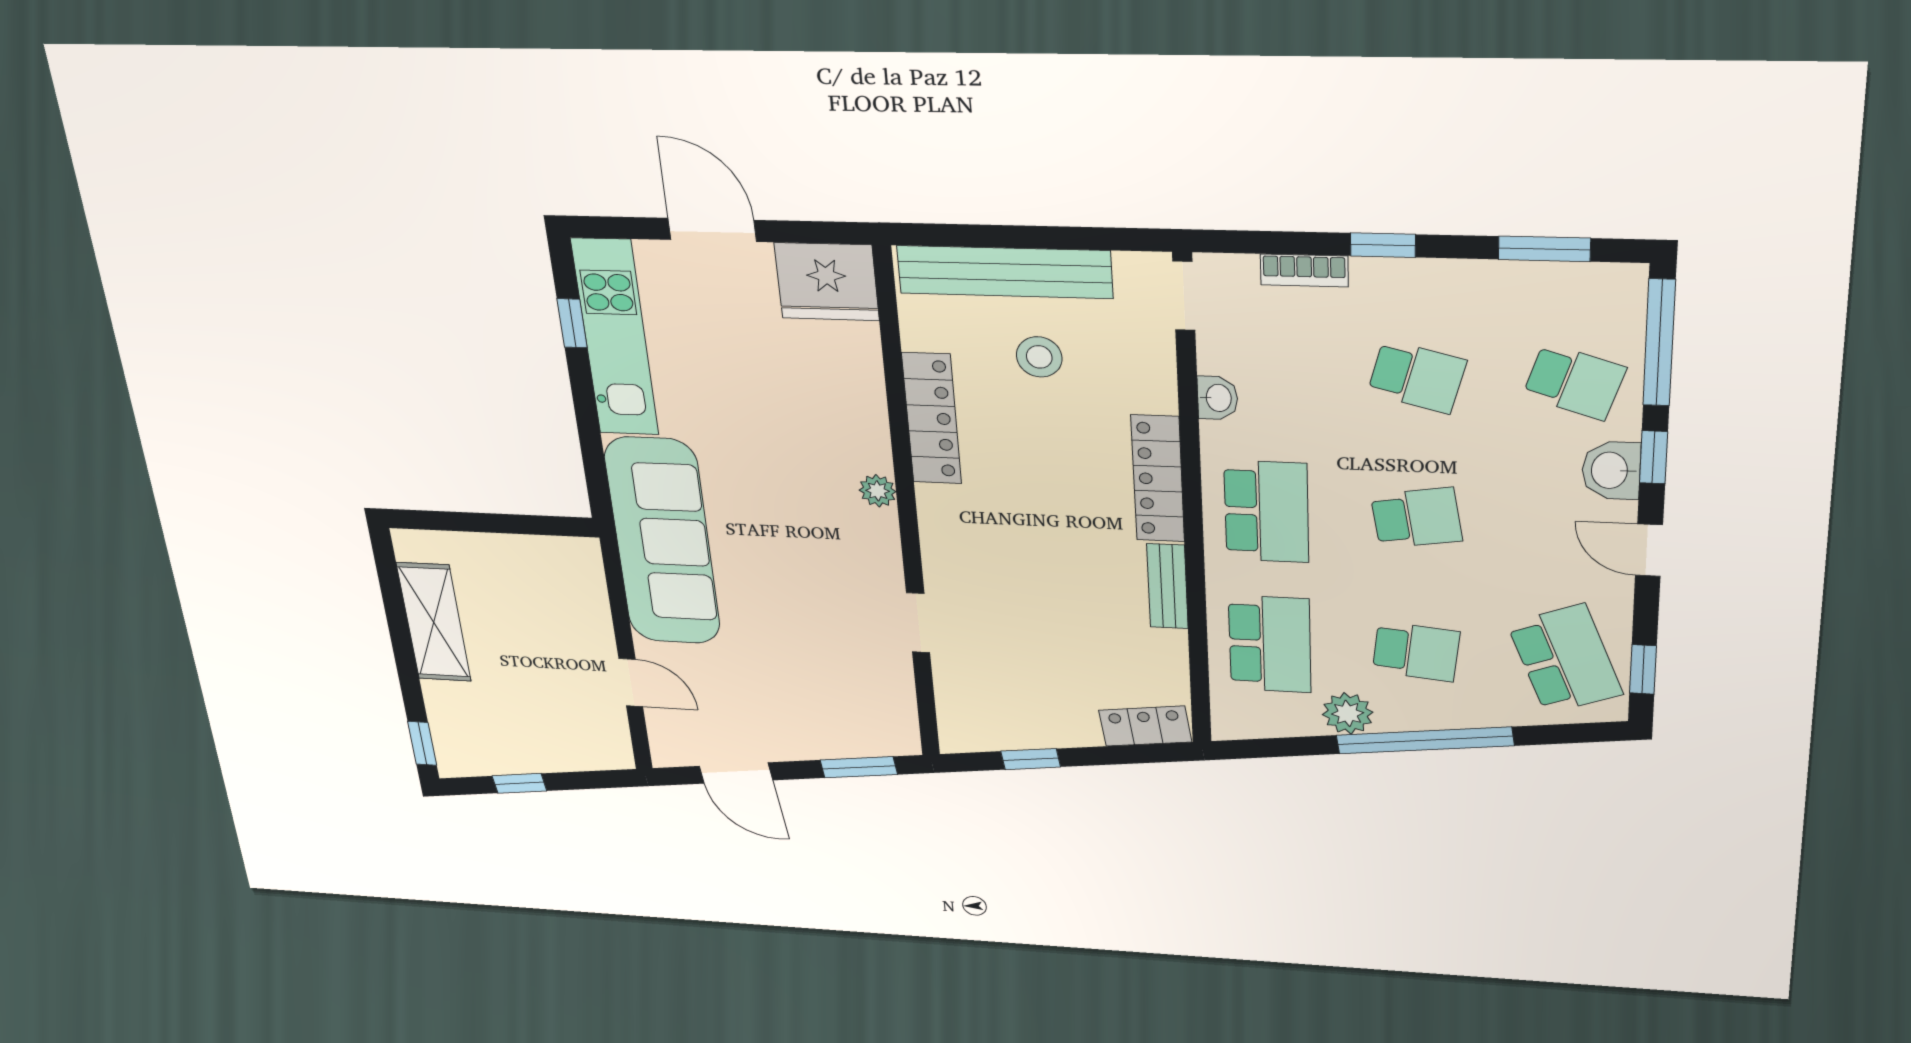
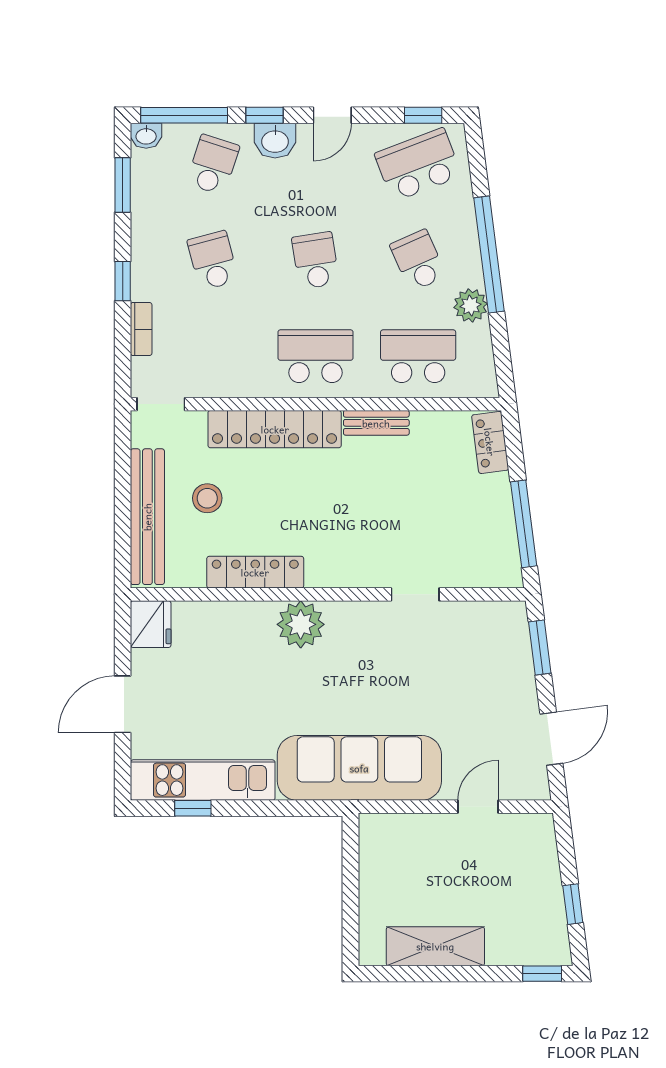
fridge: (827, 282) -> (151, 624), width x0.73, depth x0.75
school desk: (1417, 377) -> (213, 260), turned -30
washbasin: (1218, 398) -> (146, 136), moved, turned 180
locker: (1158, 479) -> (275, 429), width x1.41, depth x1.21
plant: (878, 491) -> (301, 624), width x1.87, depth x1.87
school desk: (1416, 652) -> (418, 260), turned -30
window: (1031, 759) -> (524, 524), width x2.17

